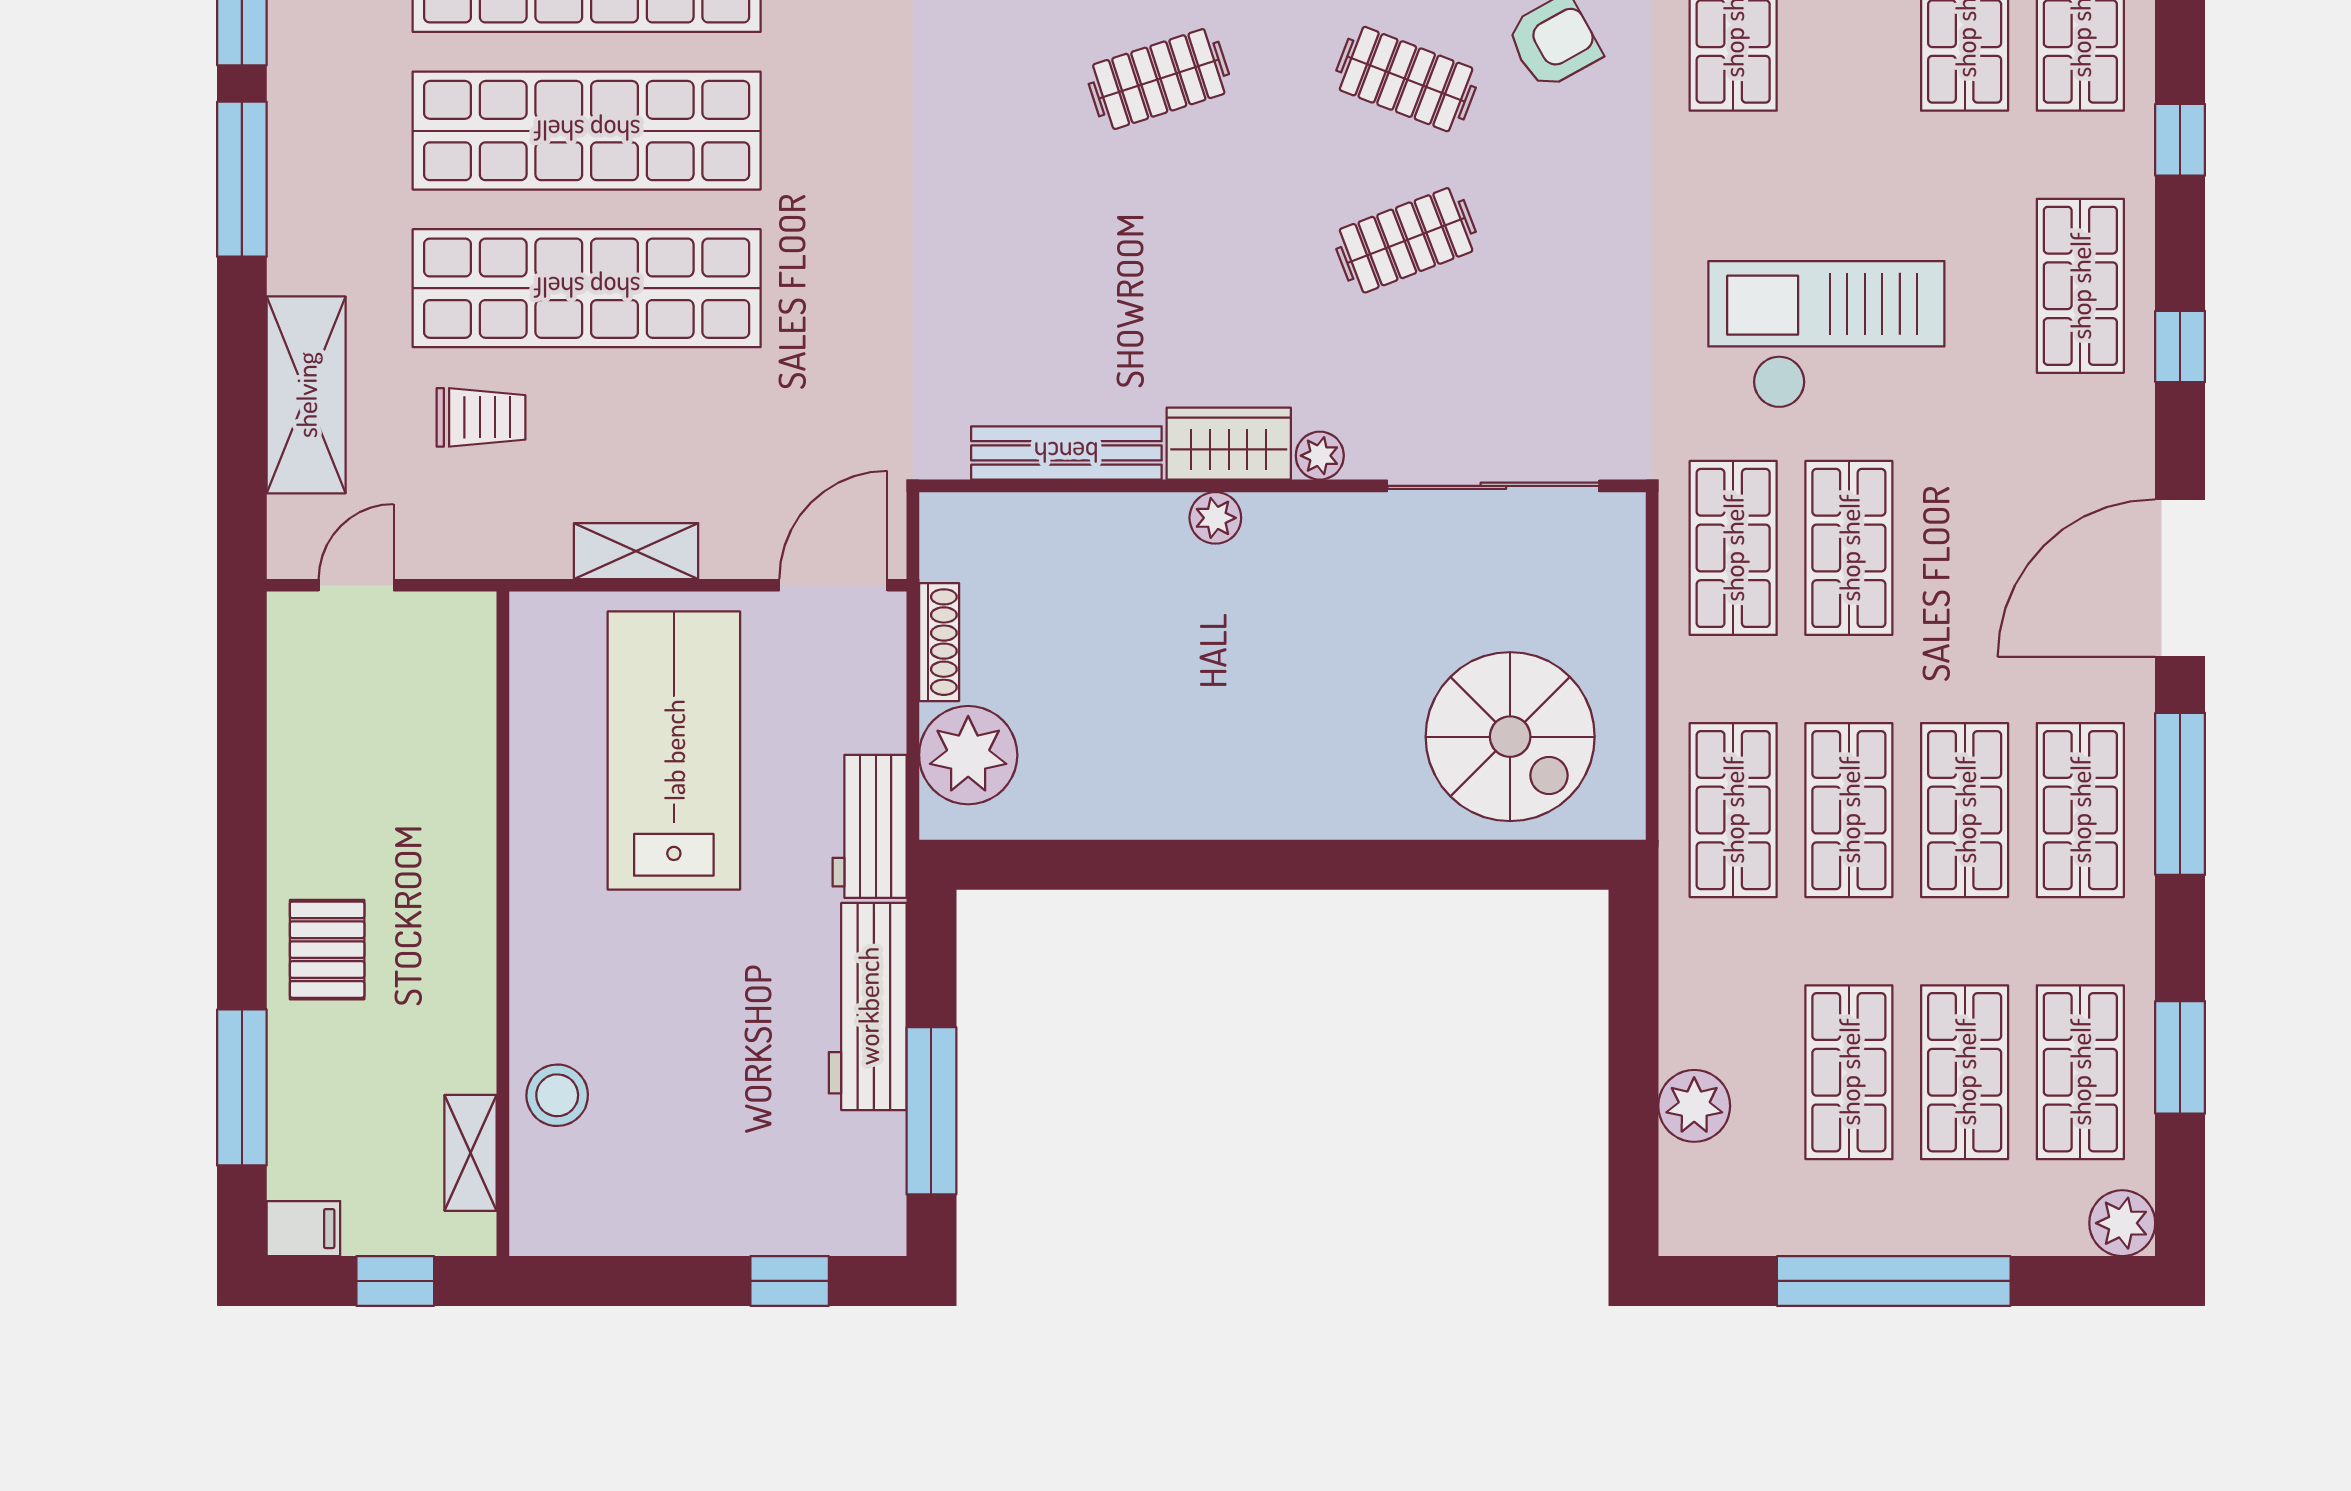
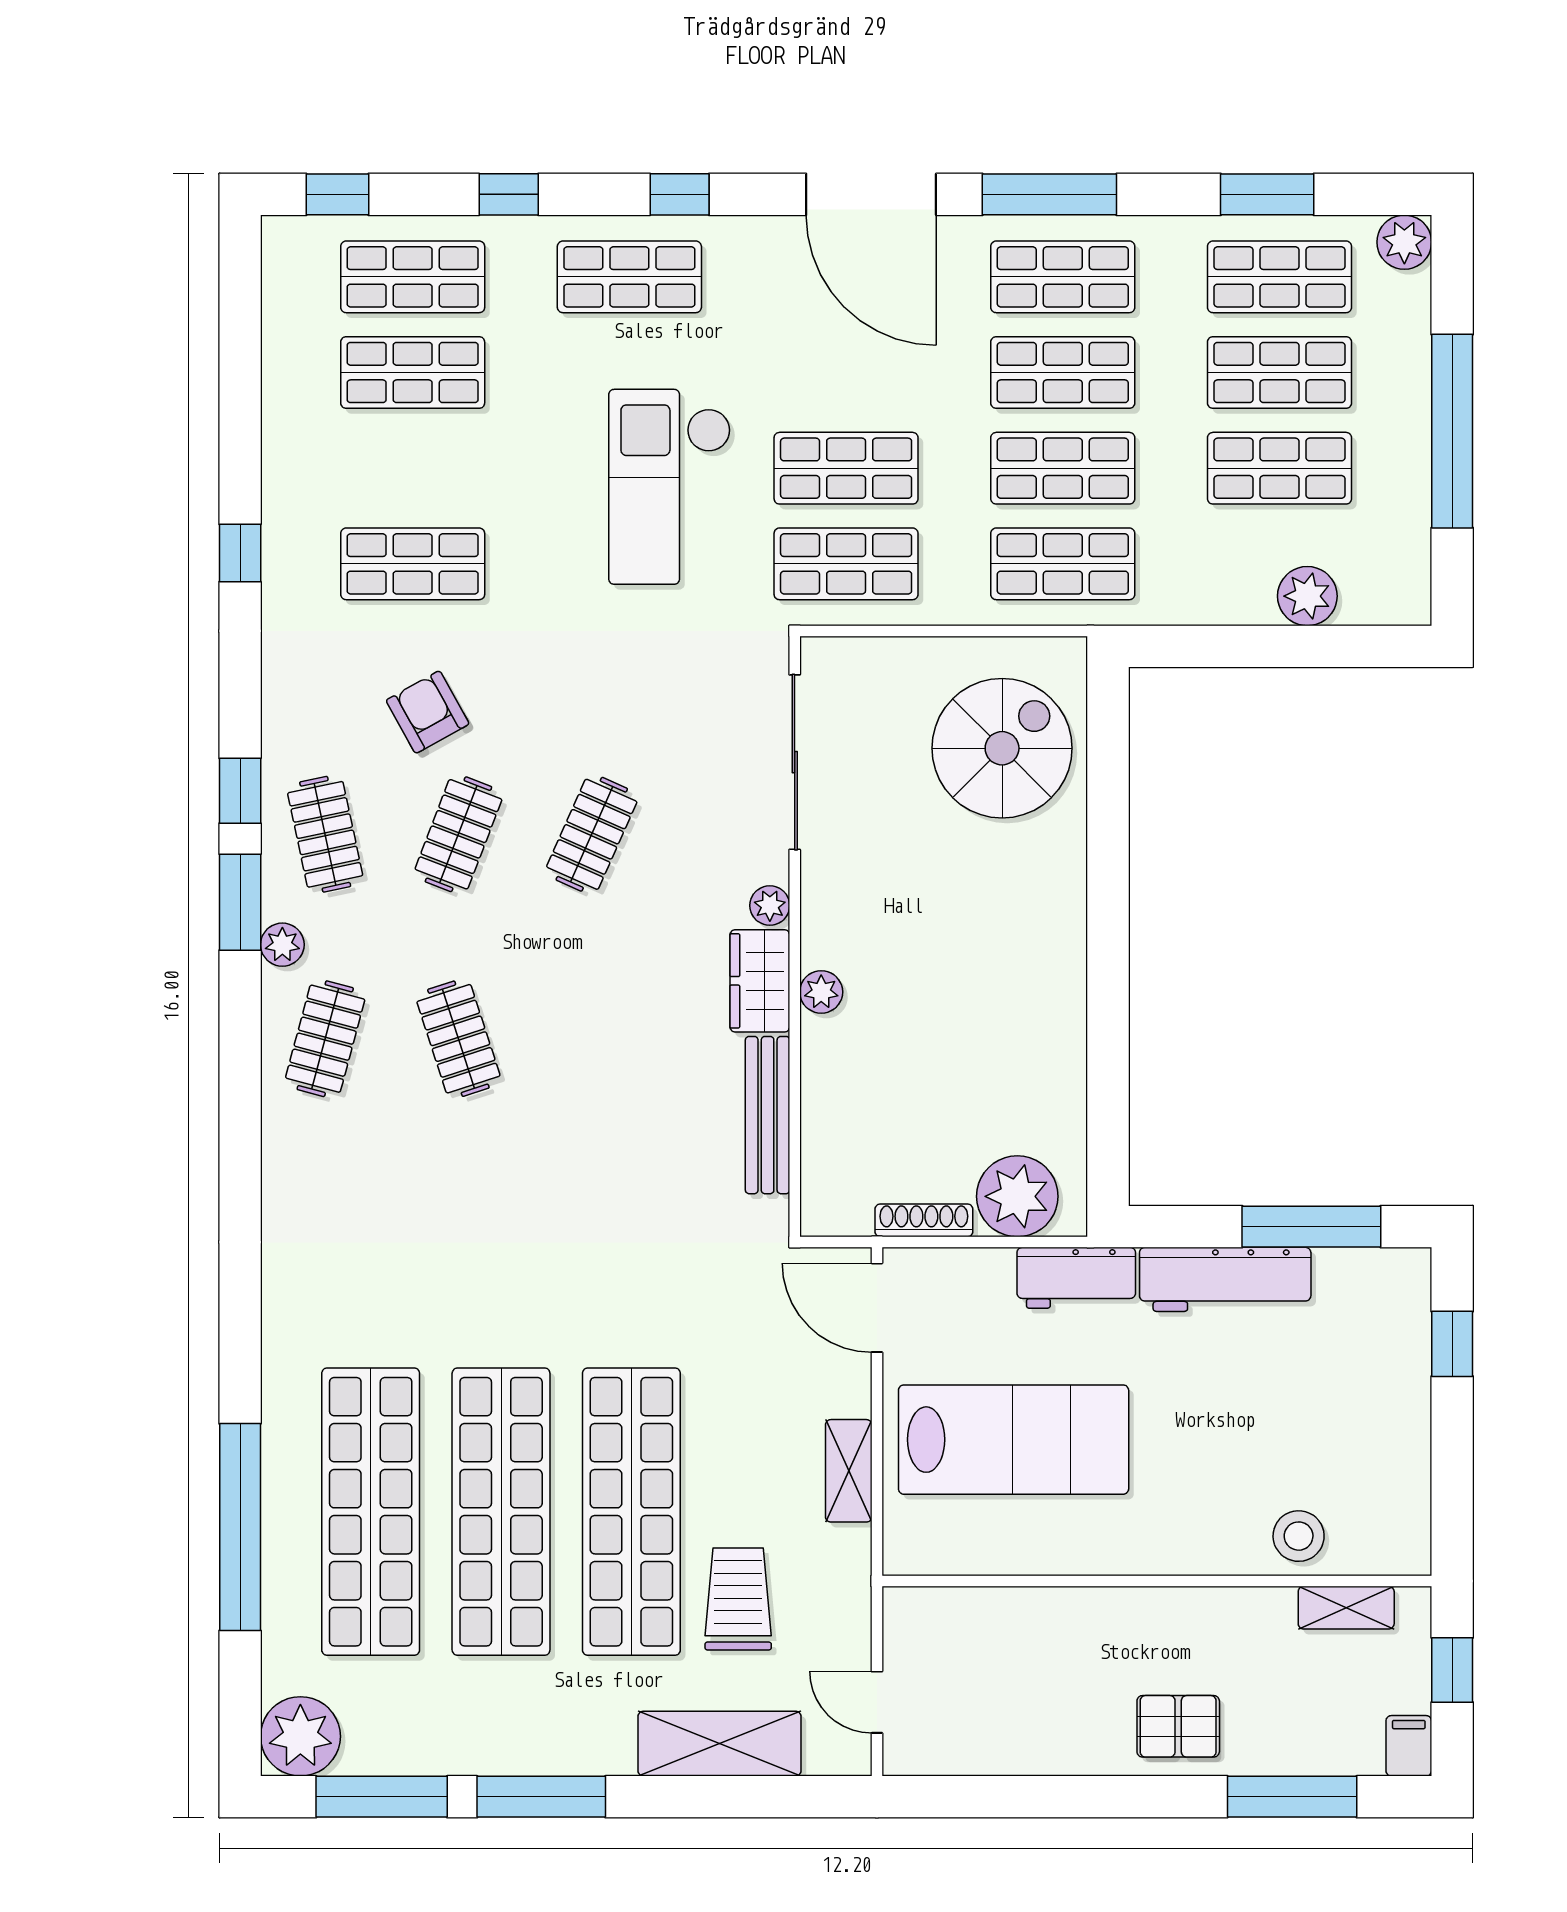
clothes rail: (1406, 240) -> (592, 834), turned 45
trolley: (481, 417) -> (738, 1599), width x1.36, depth x1.39
lab bench: (674, 750) -> (1014, 1440), turned 180

